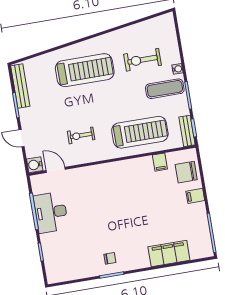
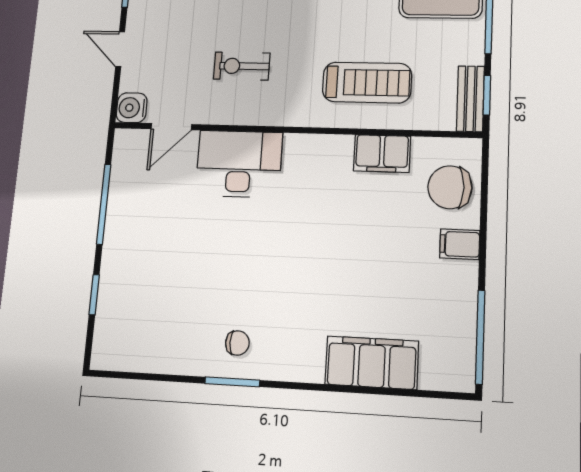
treadmill: (140, 132) -> (367, 83), width x0.73, depth x0.73
filing cabinet: (160, 162) -> (382, 154), width x2.00
door: (56, 170) -> (171, 127), swing flipped
desk: (51, 212) -> (239, 164), moved, turned 90

